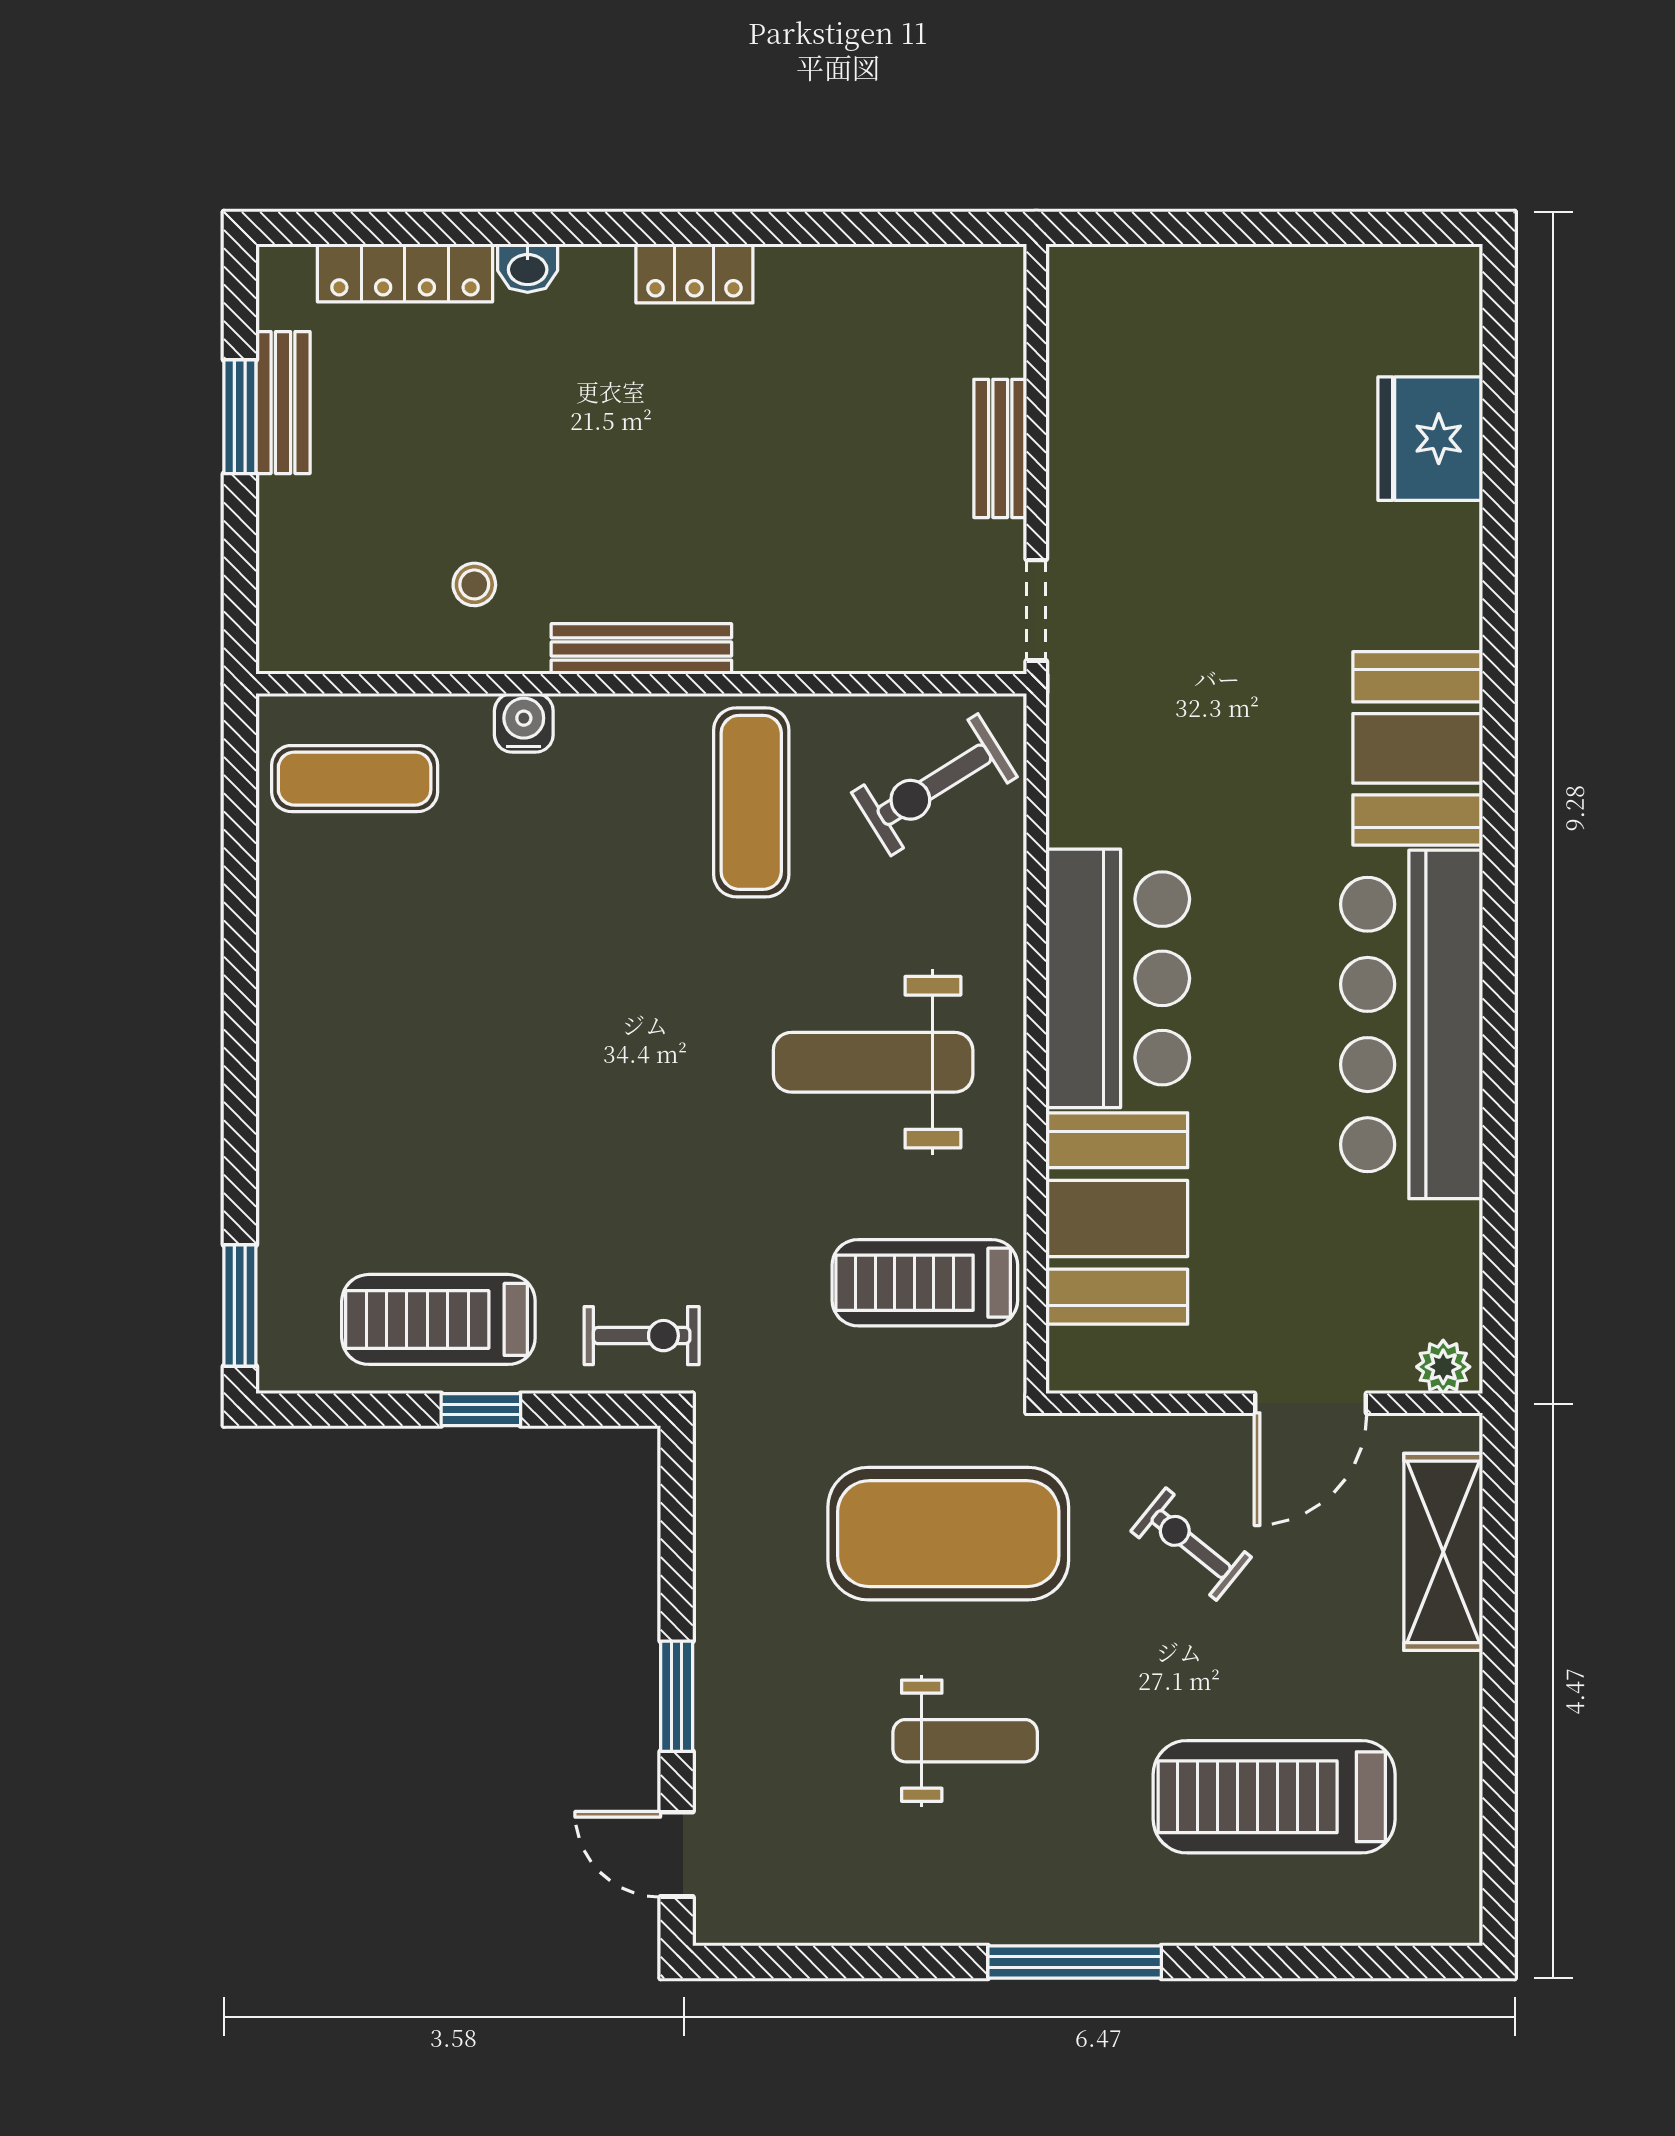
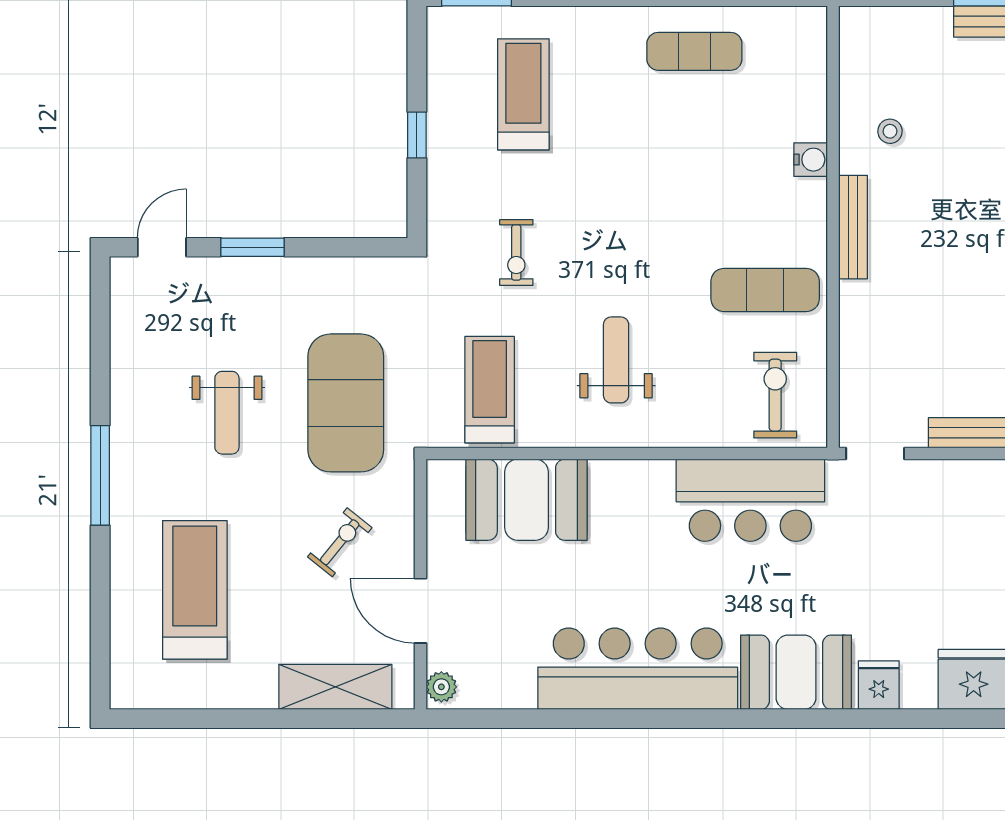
fridge: (1440, 604) -> (879, 685), added
exercise mat: (355, 779) -> (694, 51), moved, turned 90
exercise bike: (934, 785) -> (775, 395), turned 32
bar counter: (1118, 978) -> (750, 500), moved
weight bench: (873, 1062) -> (616, 360), width x0.73, depth x0.75
treadmill: (438, 1319) -> (523, 94), moved
exercise bike: (642, 1336) -> (516, 252), moved

